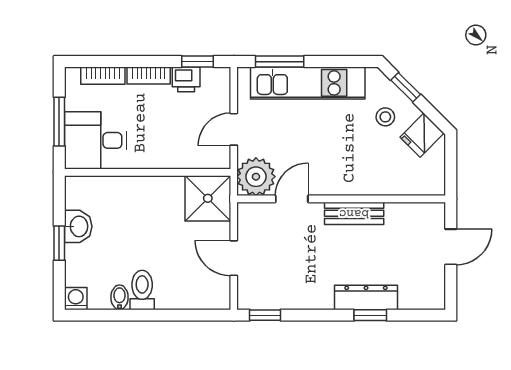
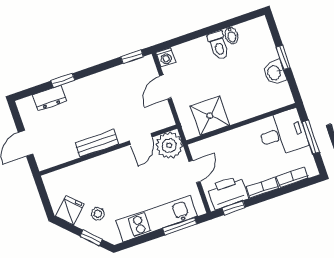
printer: (186, 79) -> (228, 192), width x1.87, depth x1.48
shower: (208, 198) -> (210, 116), moved
door: (234, 258) -> (165, 87), swing flipped
dresser: (366, 297) -> (49, 98), moved, width x0.70
washing machine: (76, 299) -> (166, 57), moved

